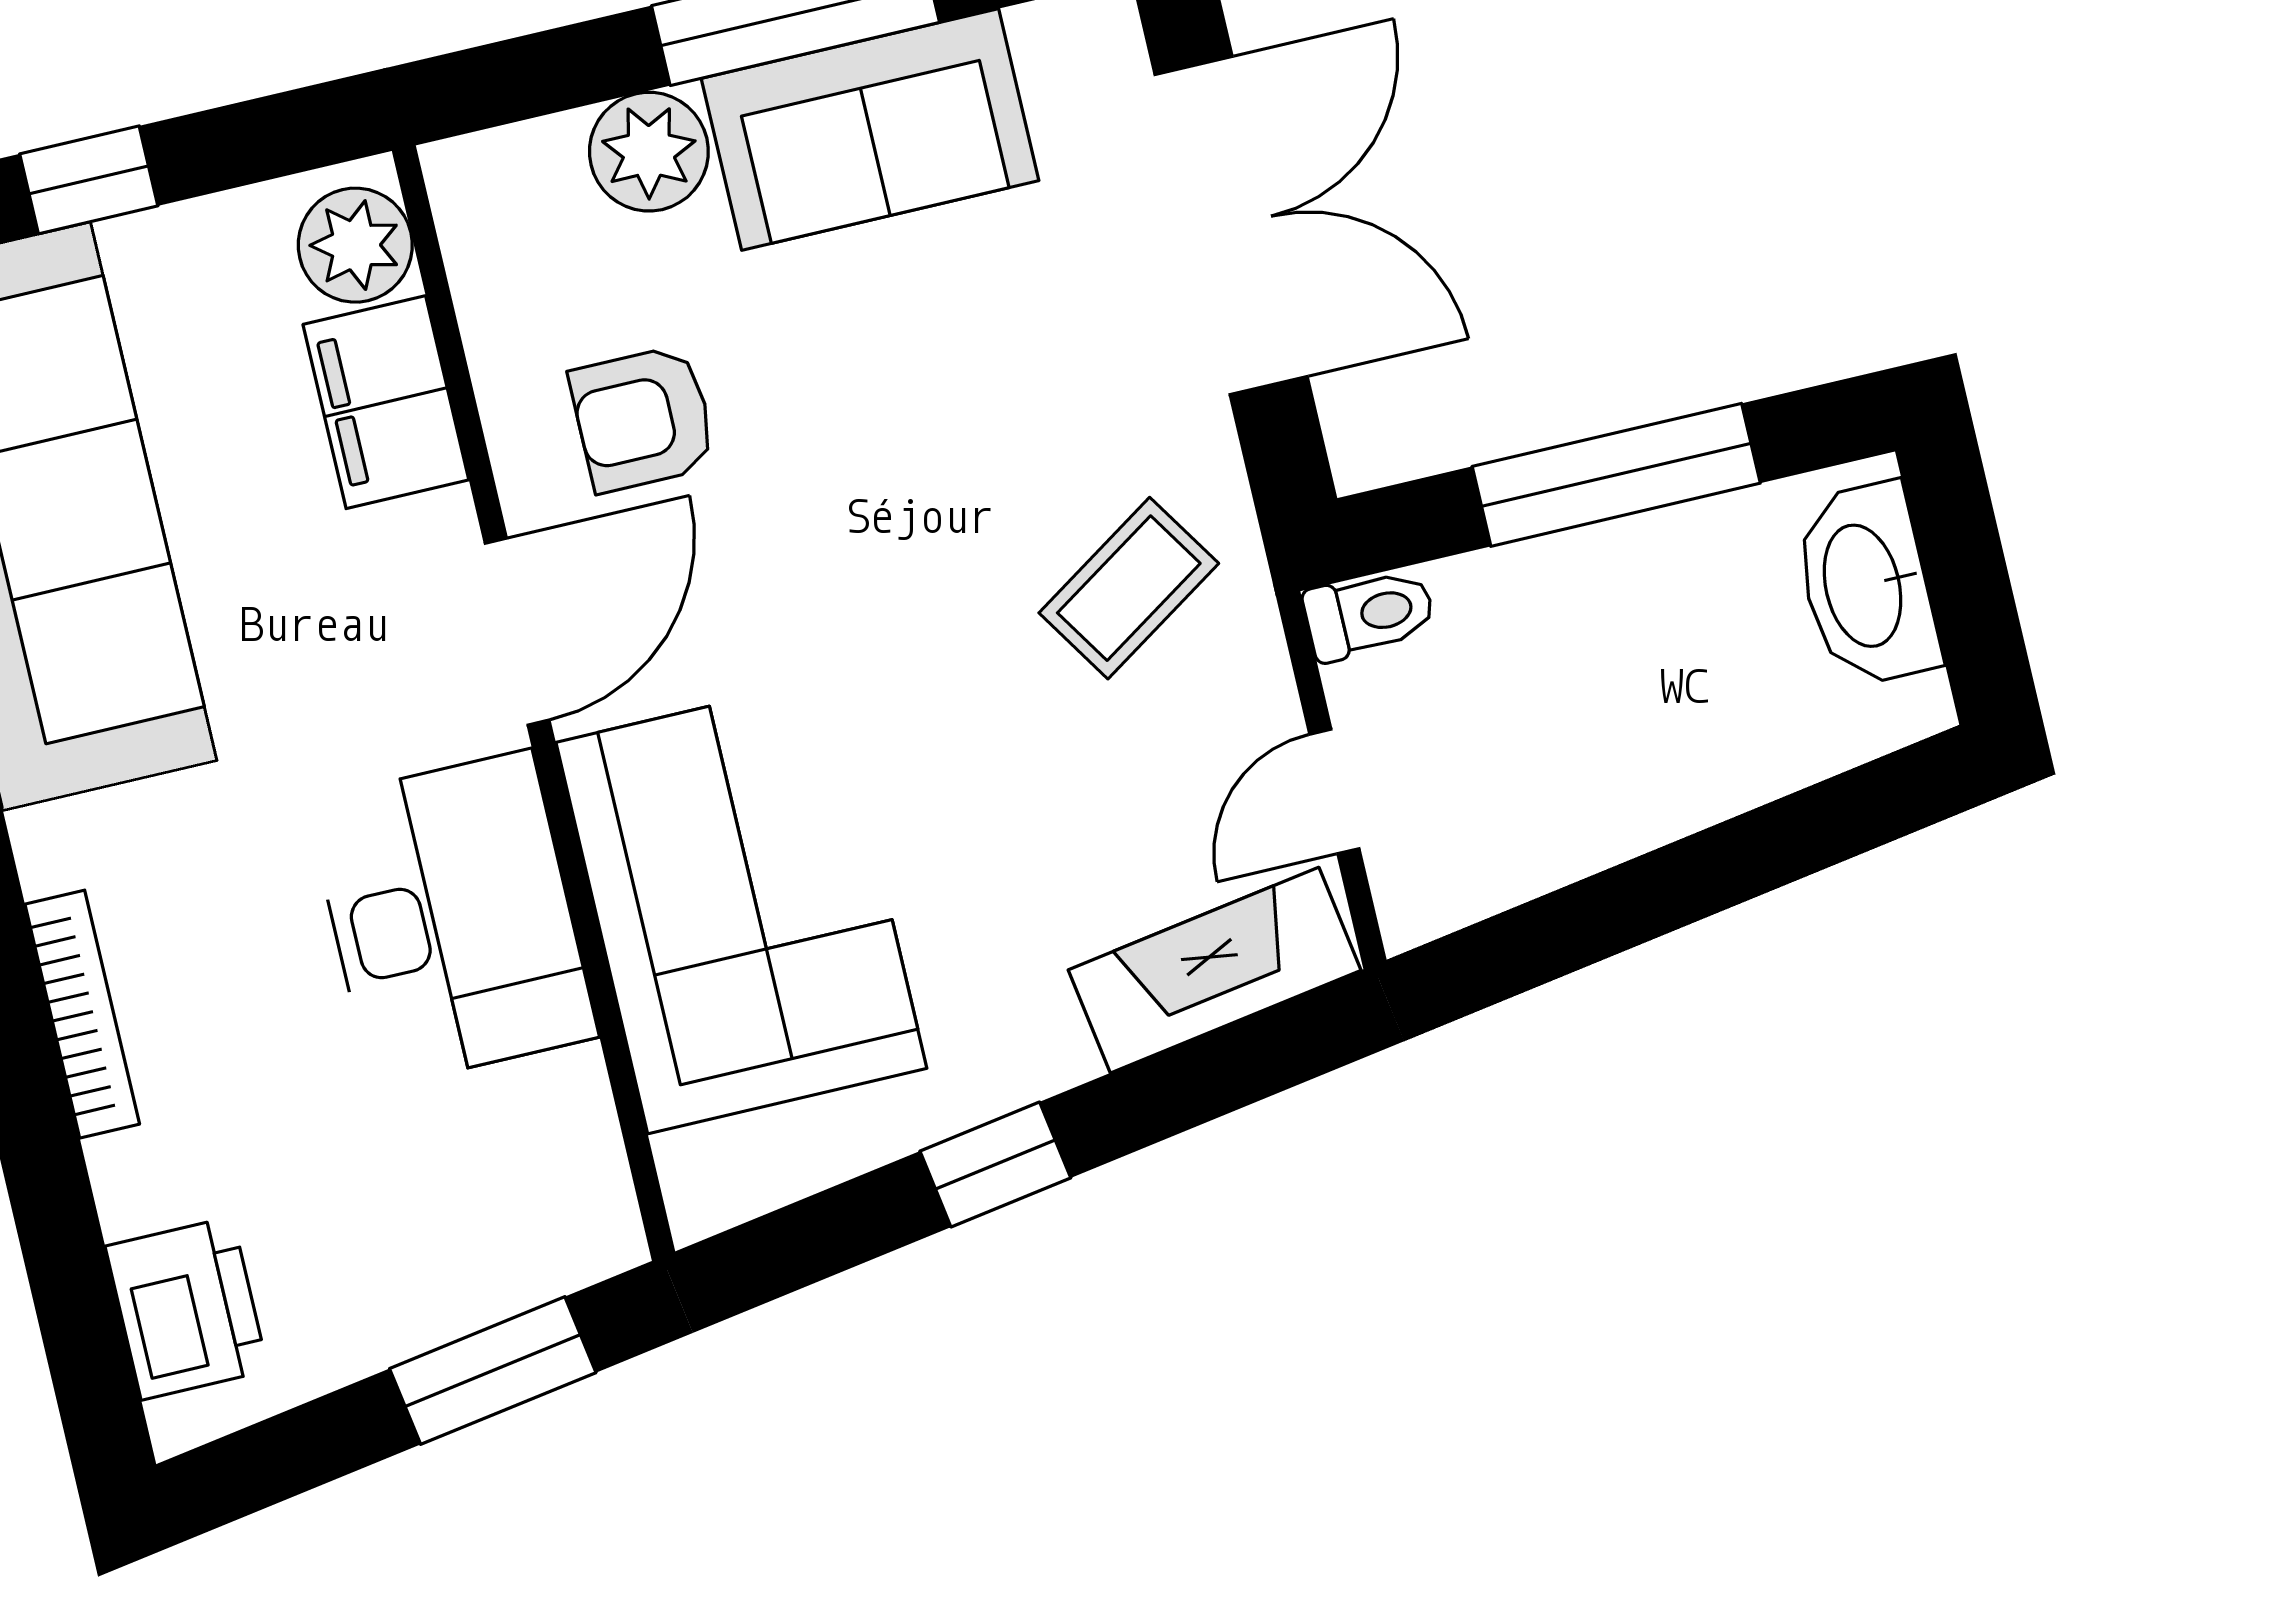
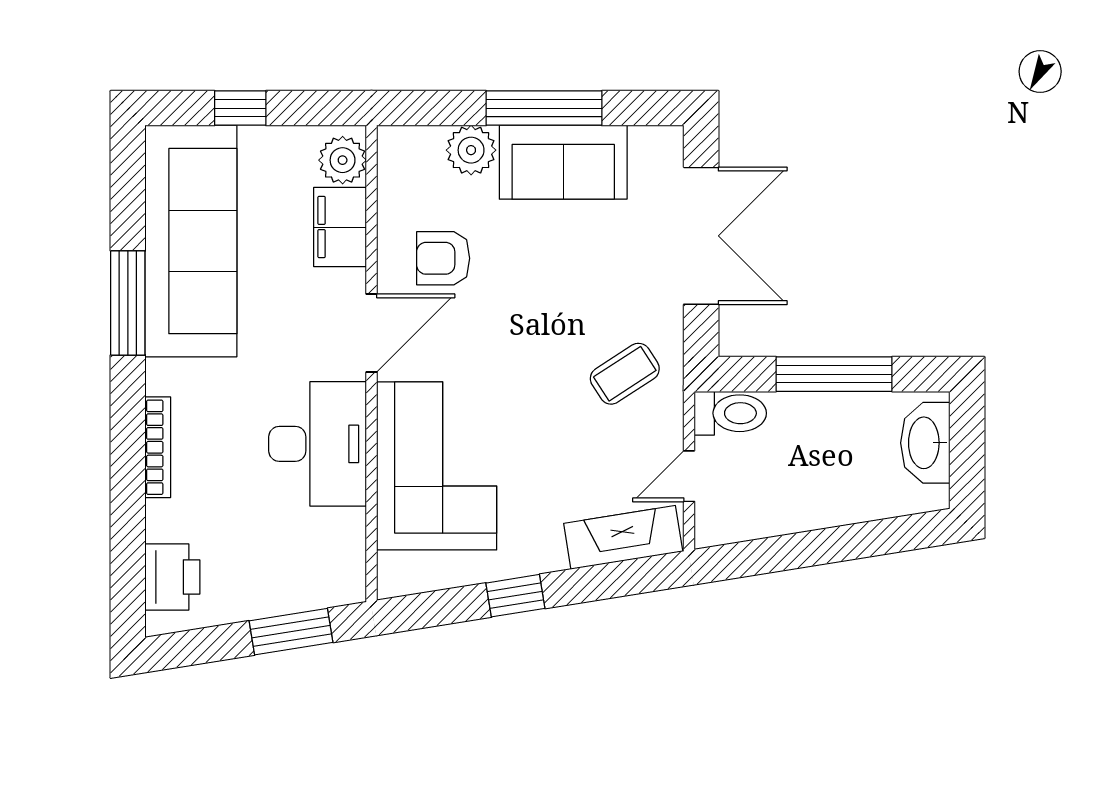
toilet: (1369, 614) -> (730, 413), width x1.37, depth x1.39

